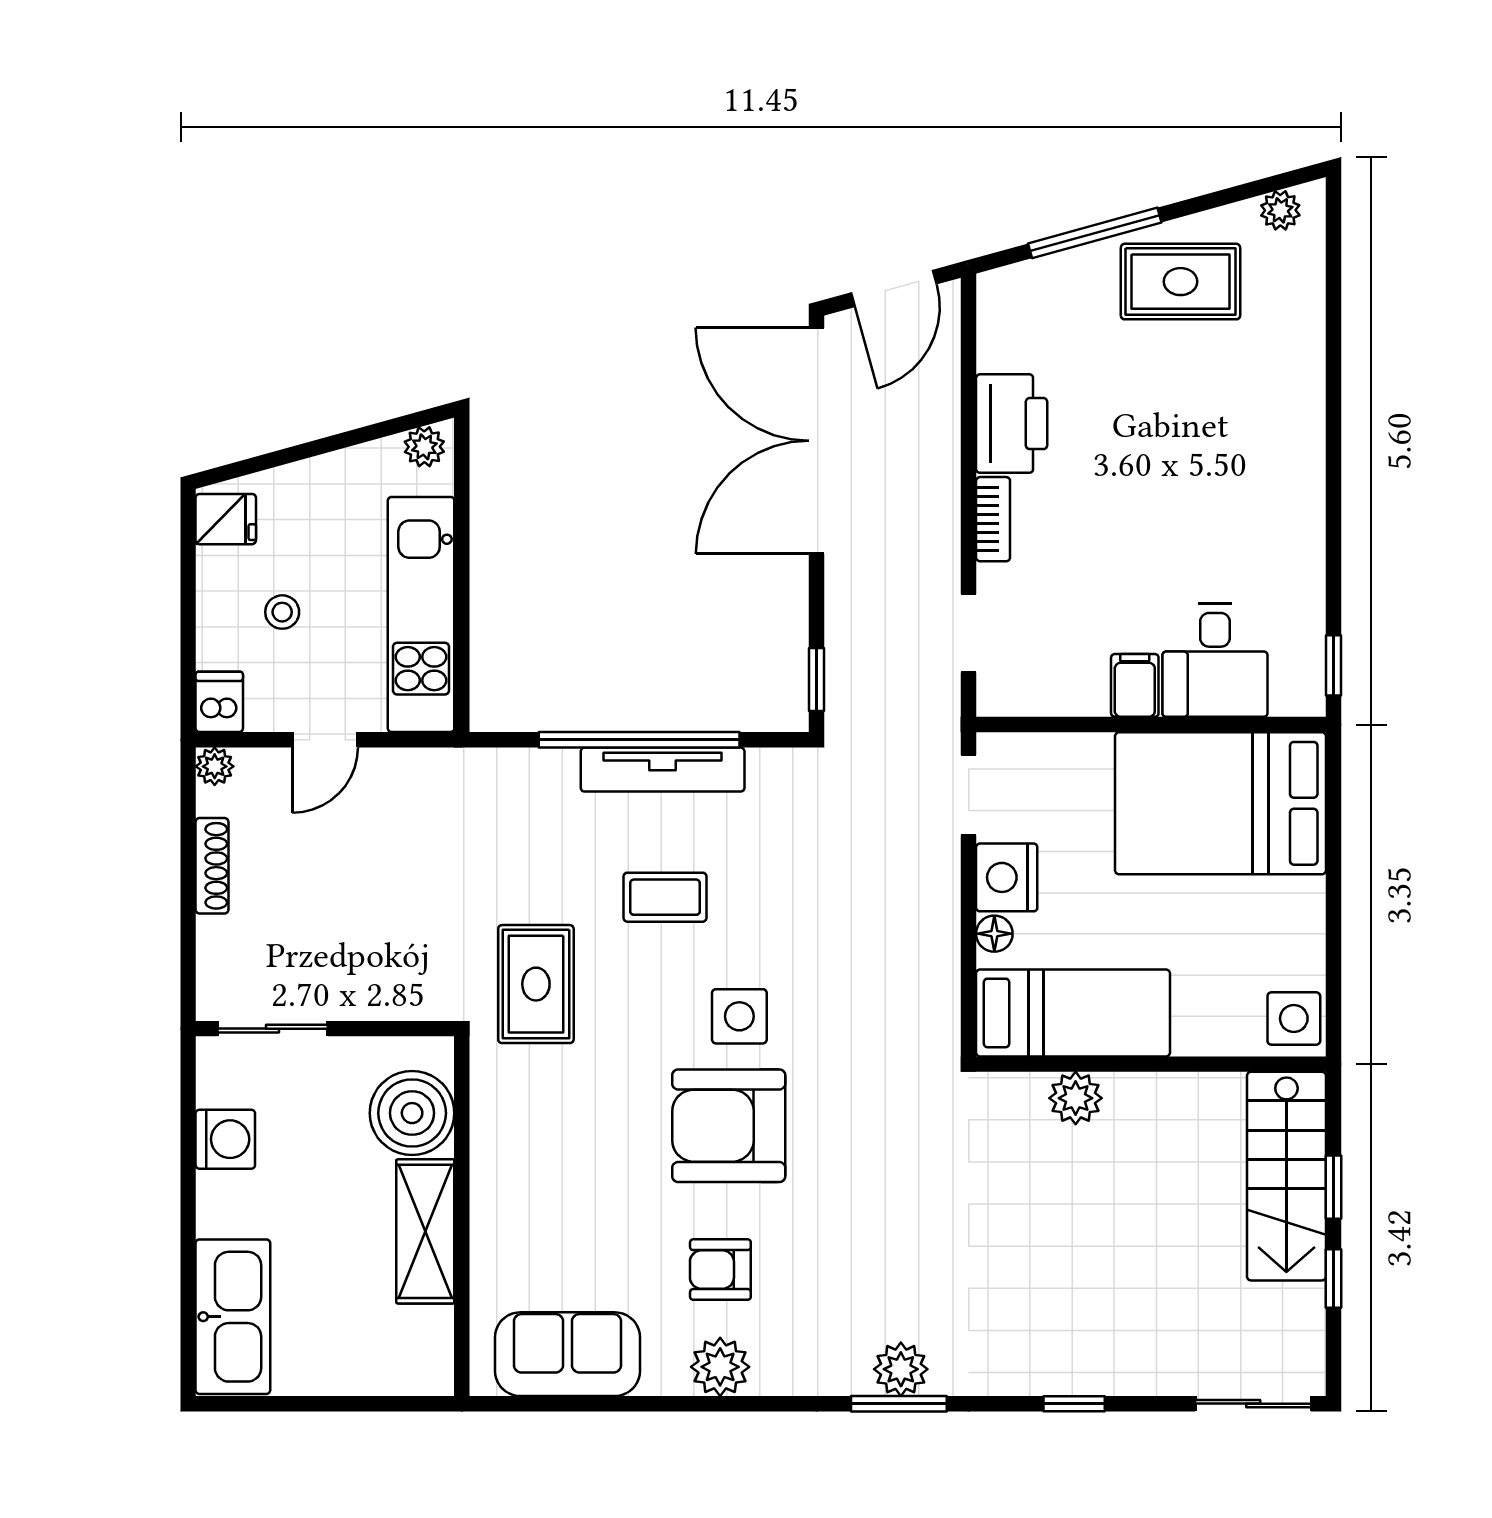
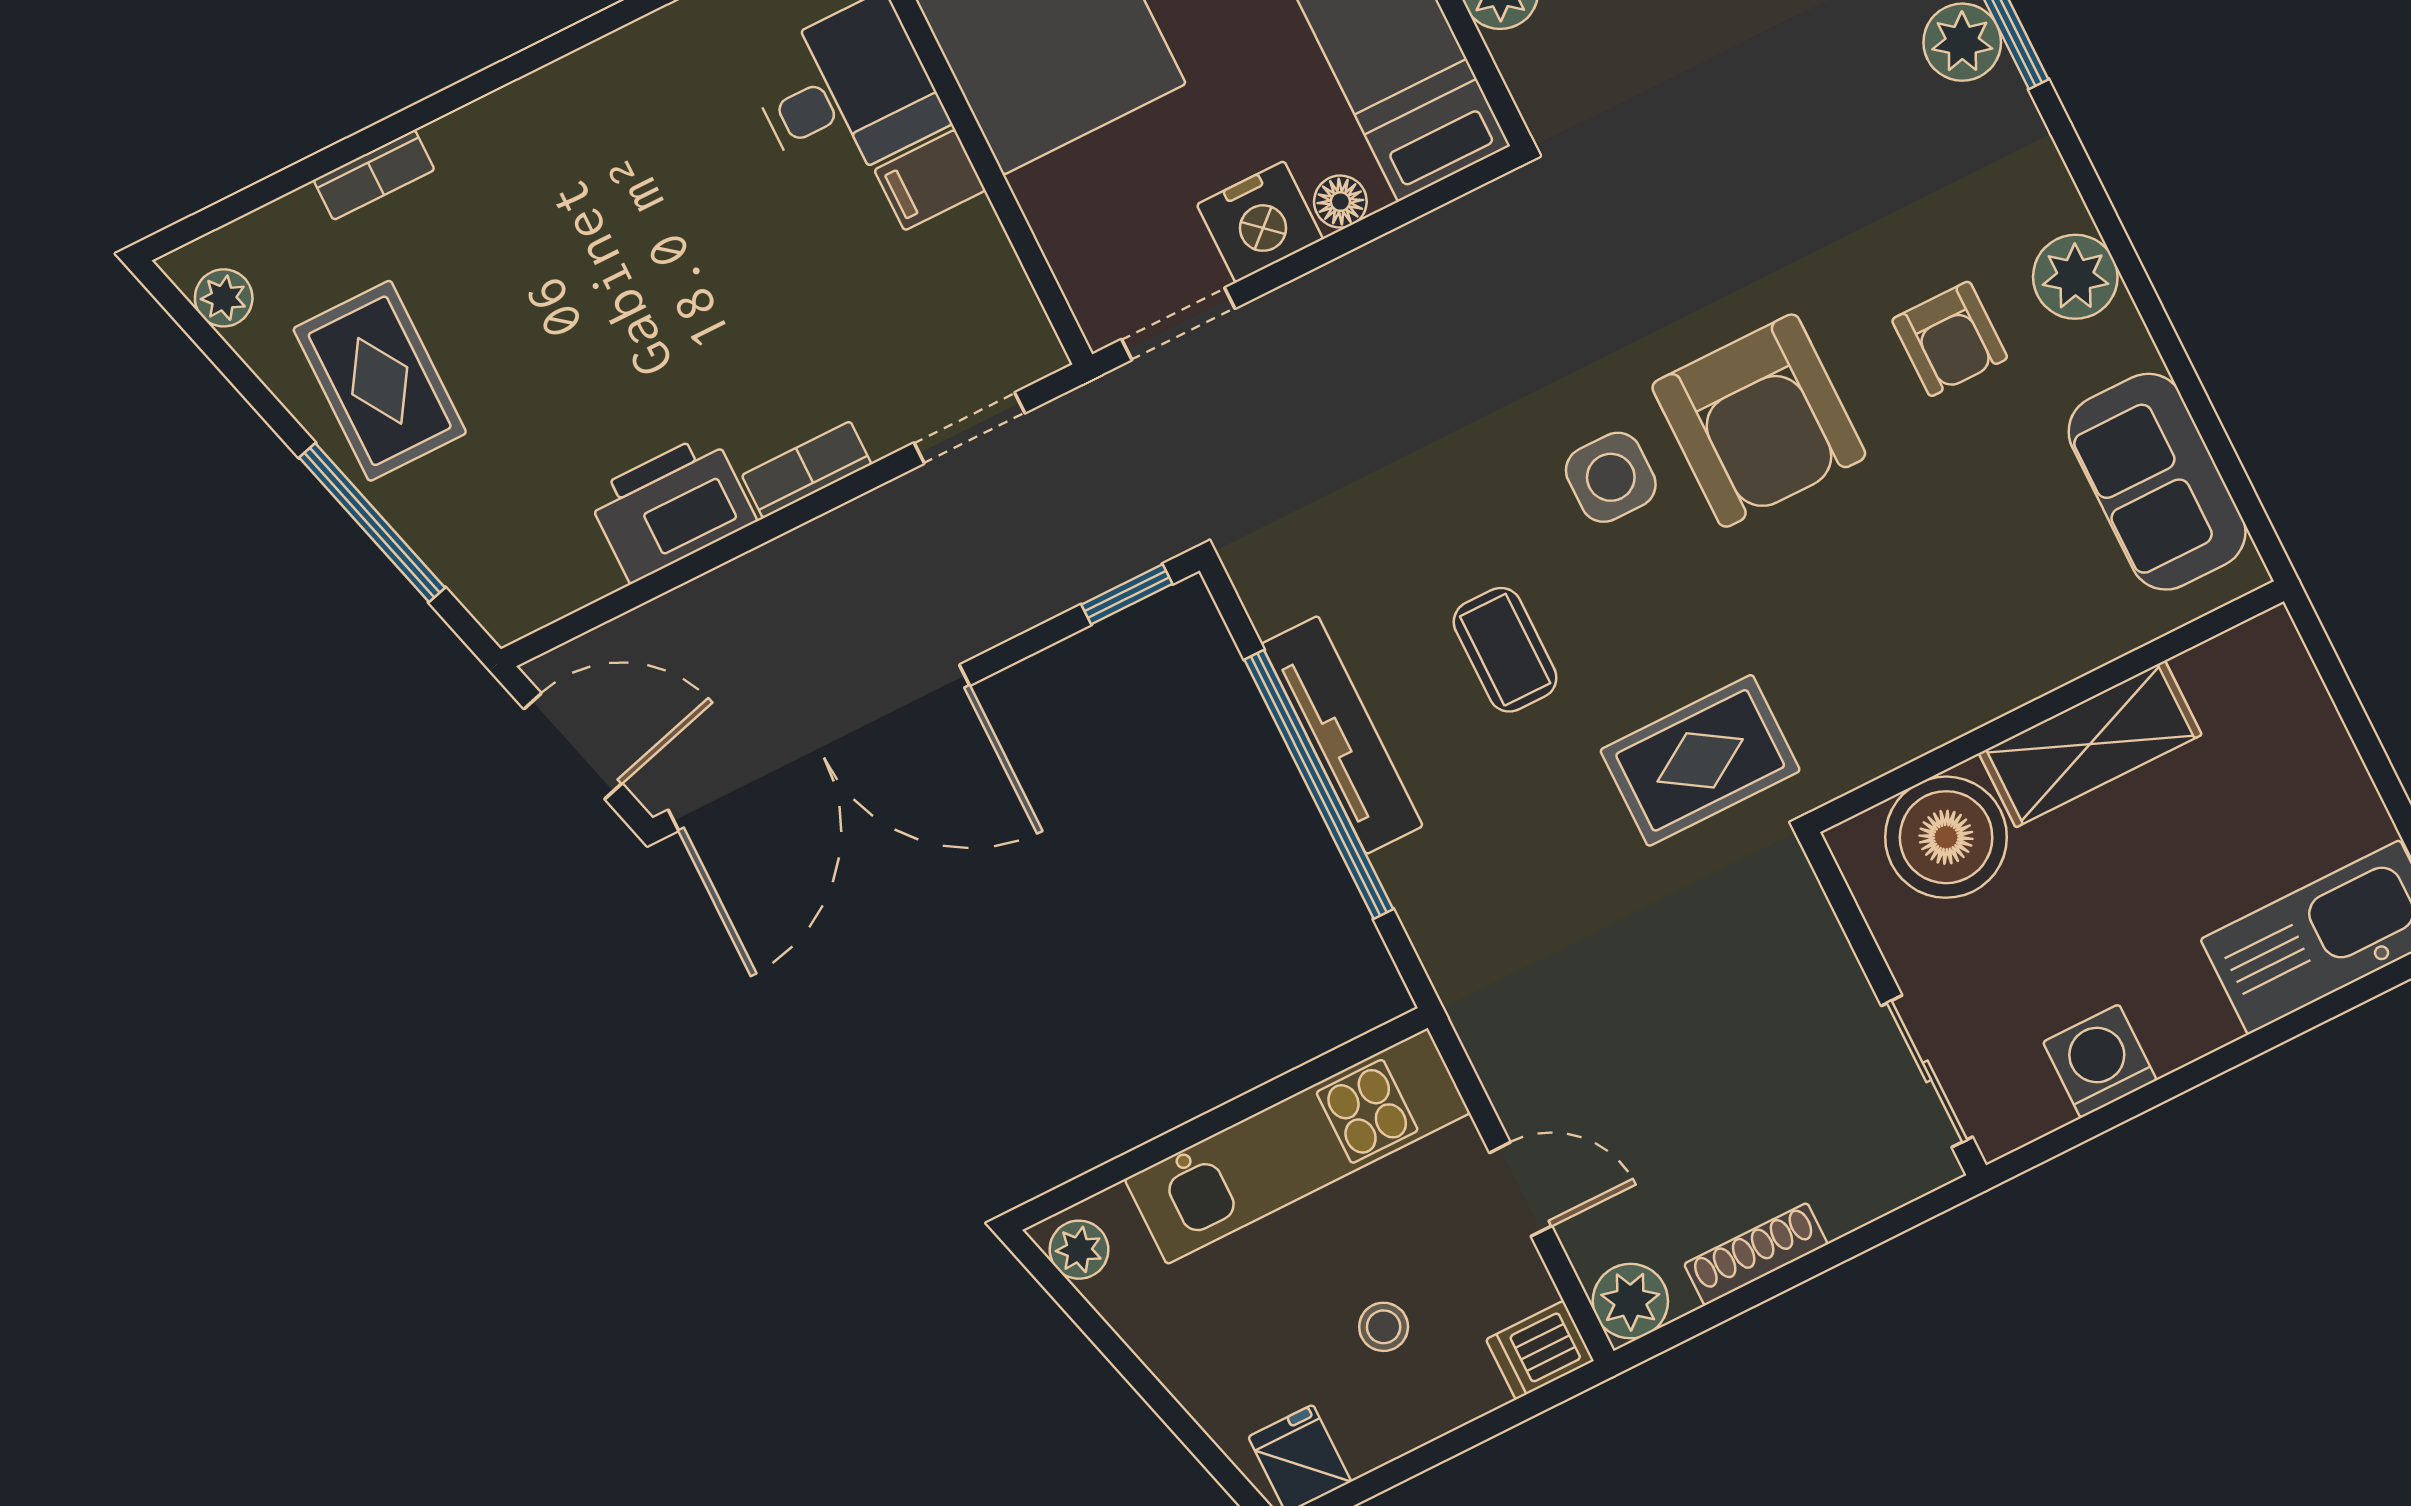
bookcase: (1310, 342) -> (374, 175), added
plant: (215, 766) -> (1630, 1301), width x1.38, depth x1.38

